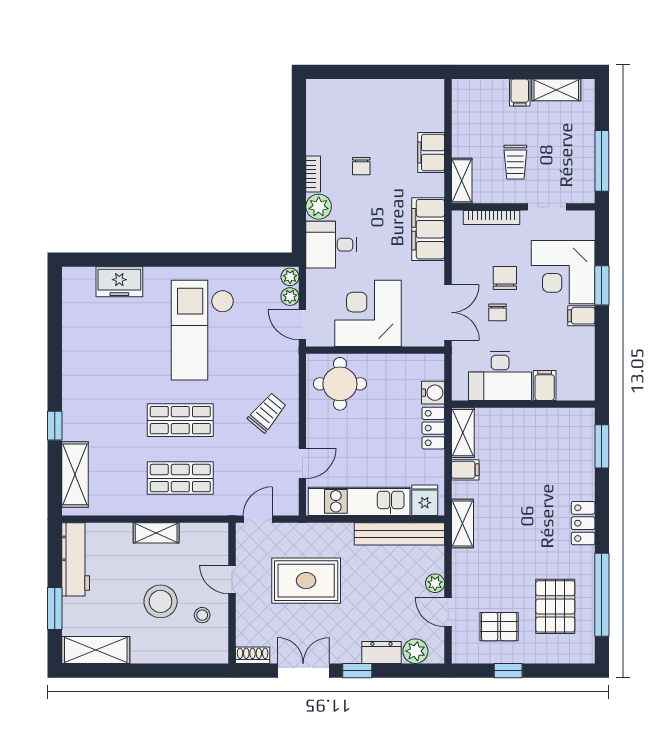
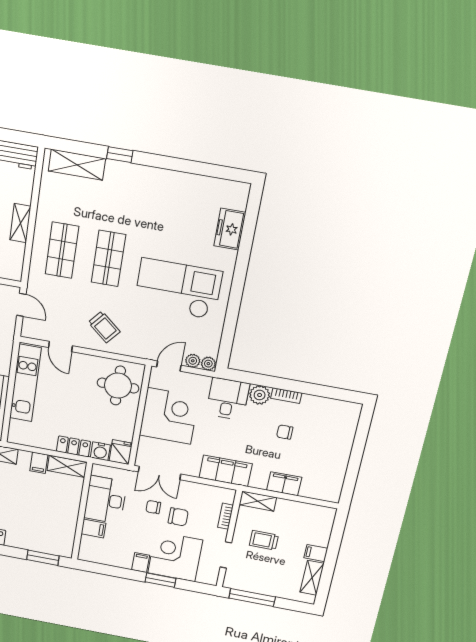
bookcase: (492, 218) -> (226, 516), width x0.64
fridge: (425, 500) -> (121, 452), moved, turned -90

